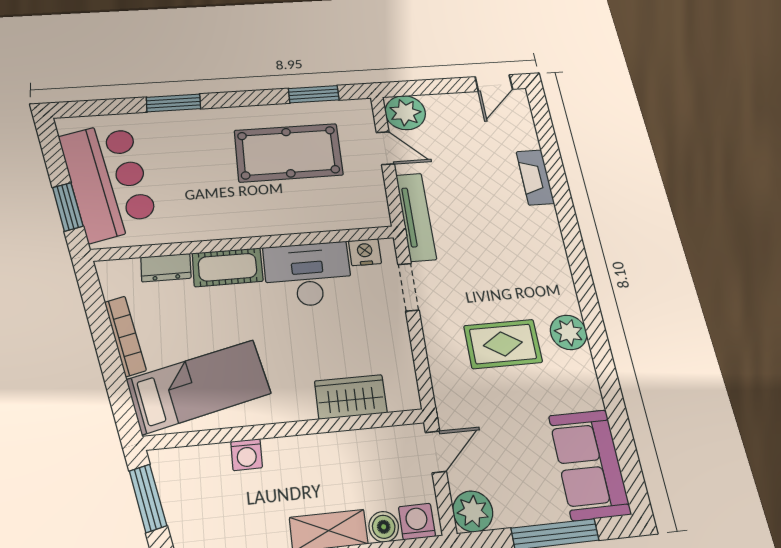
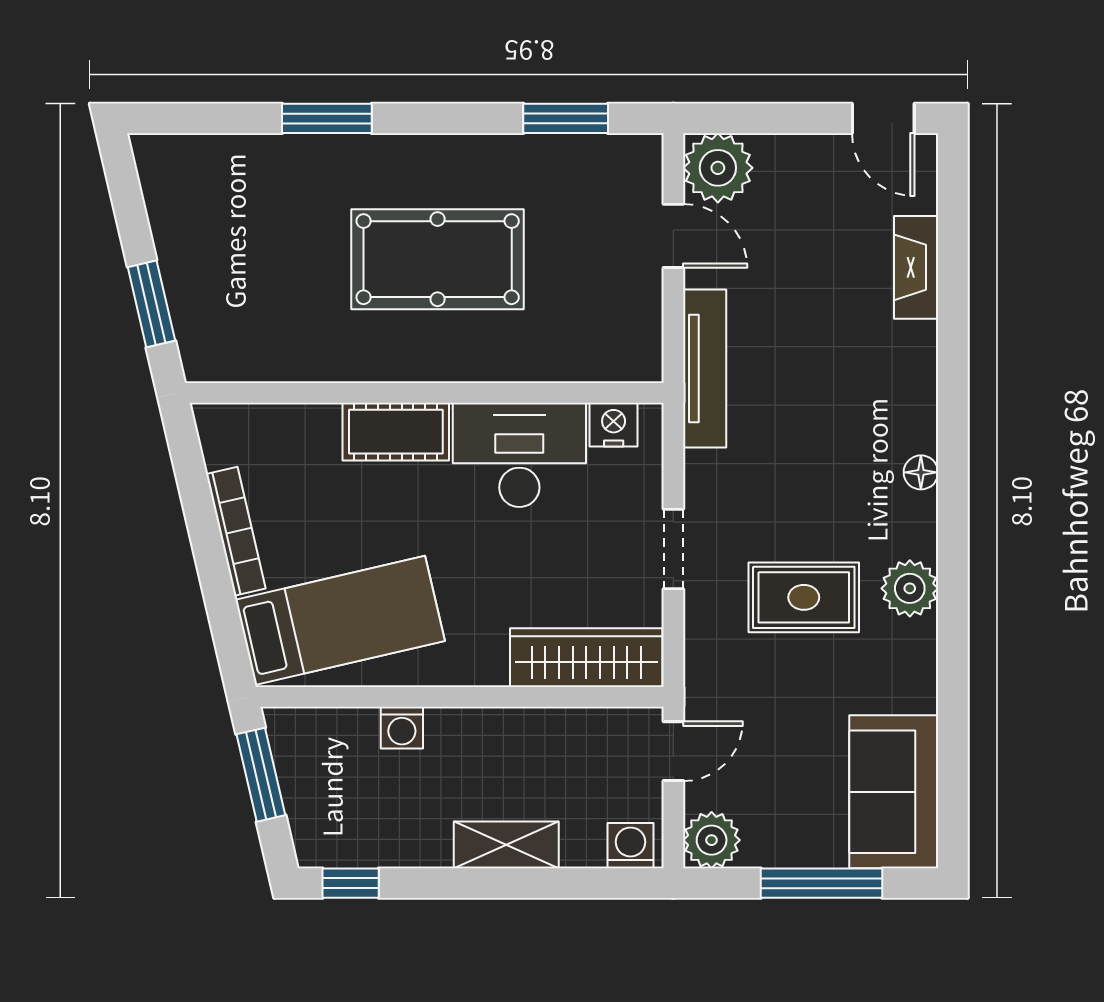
door: (494, 83) -> (883, 118), hinge flipped
pool table: (288, 153) -> (438, 259), moved
fireplace: (535, 177) -> (916, 267), moved
bar counter: (108, 180) -> (215, 259), removed
floor lamp: (559, 264) -> (921, 472), added
dresser: (166, 268) -> (301, 424), removed
doorway: (408, 287) -> (673, 549), moved
wardrobe: (351, 397) -> (586, 658), width x1.50
boiler: (384, 527) -> (583, 848), removed

